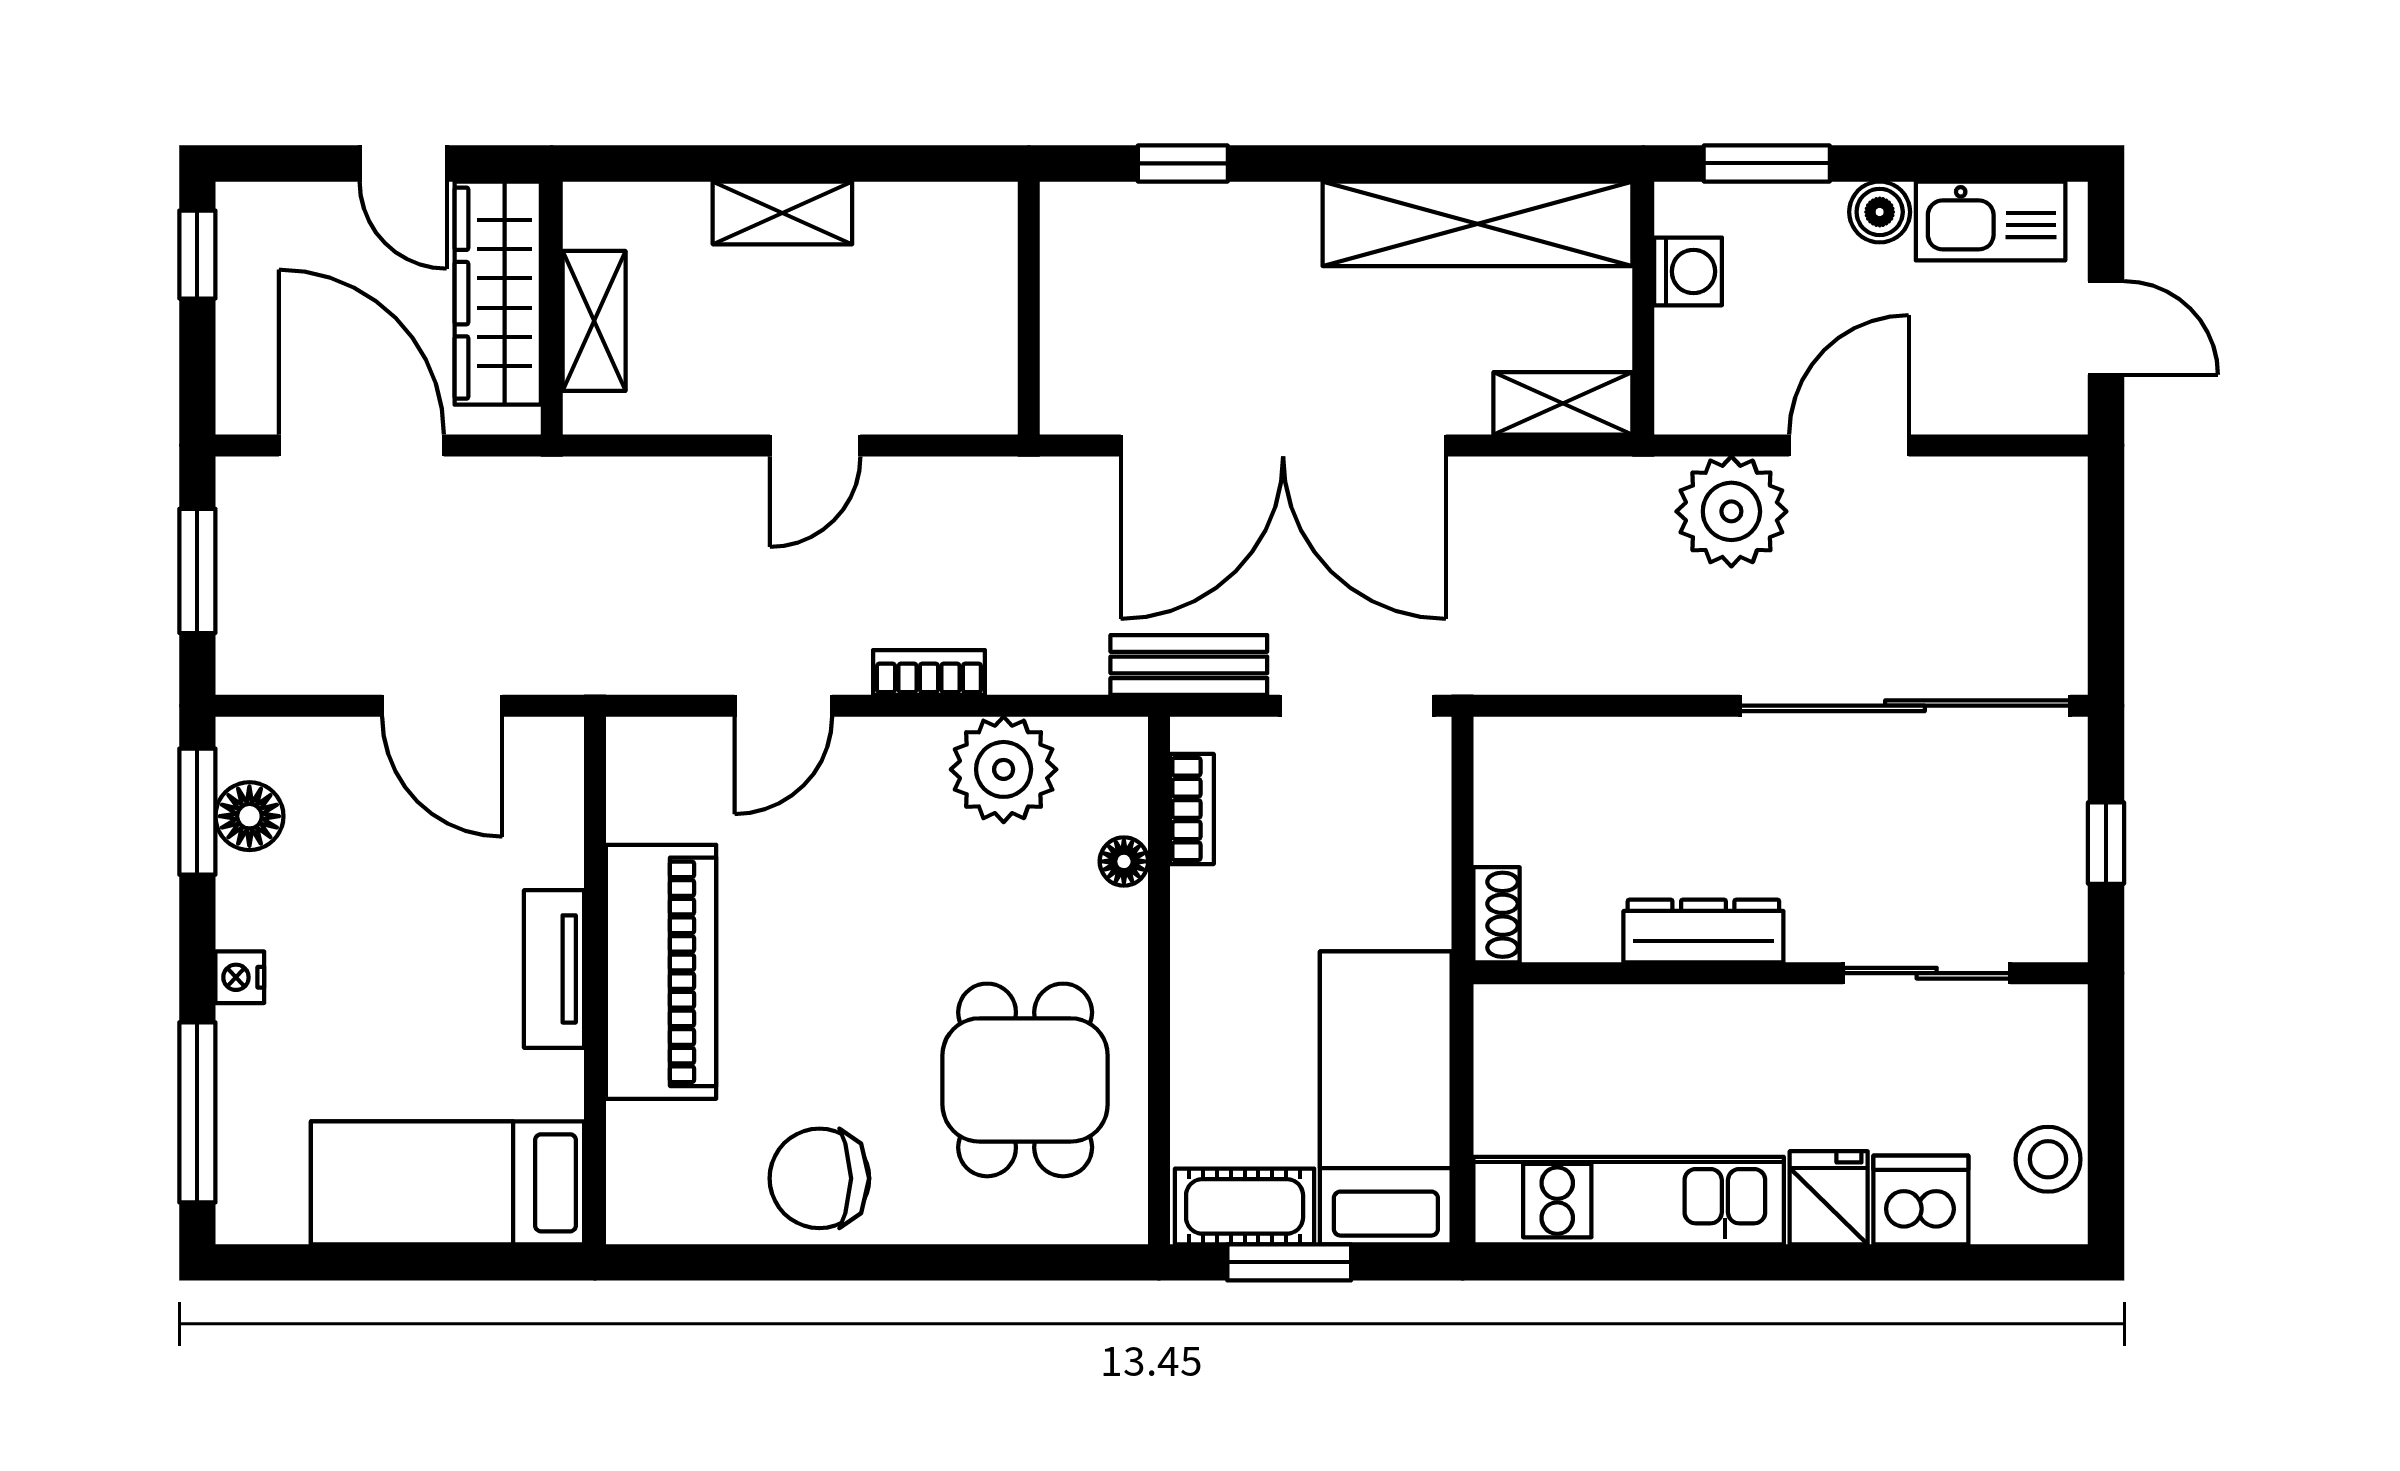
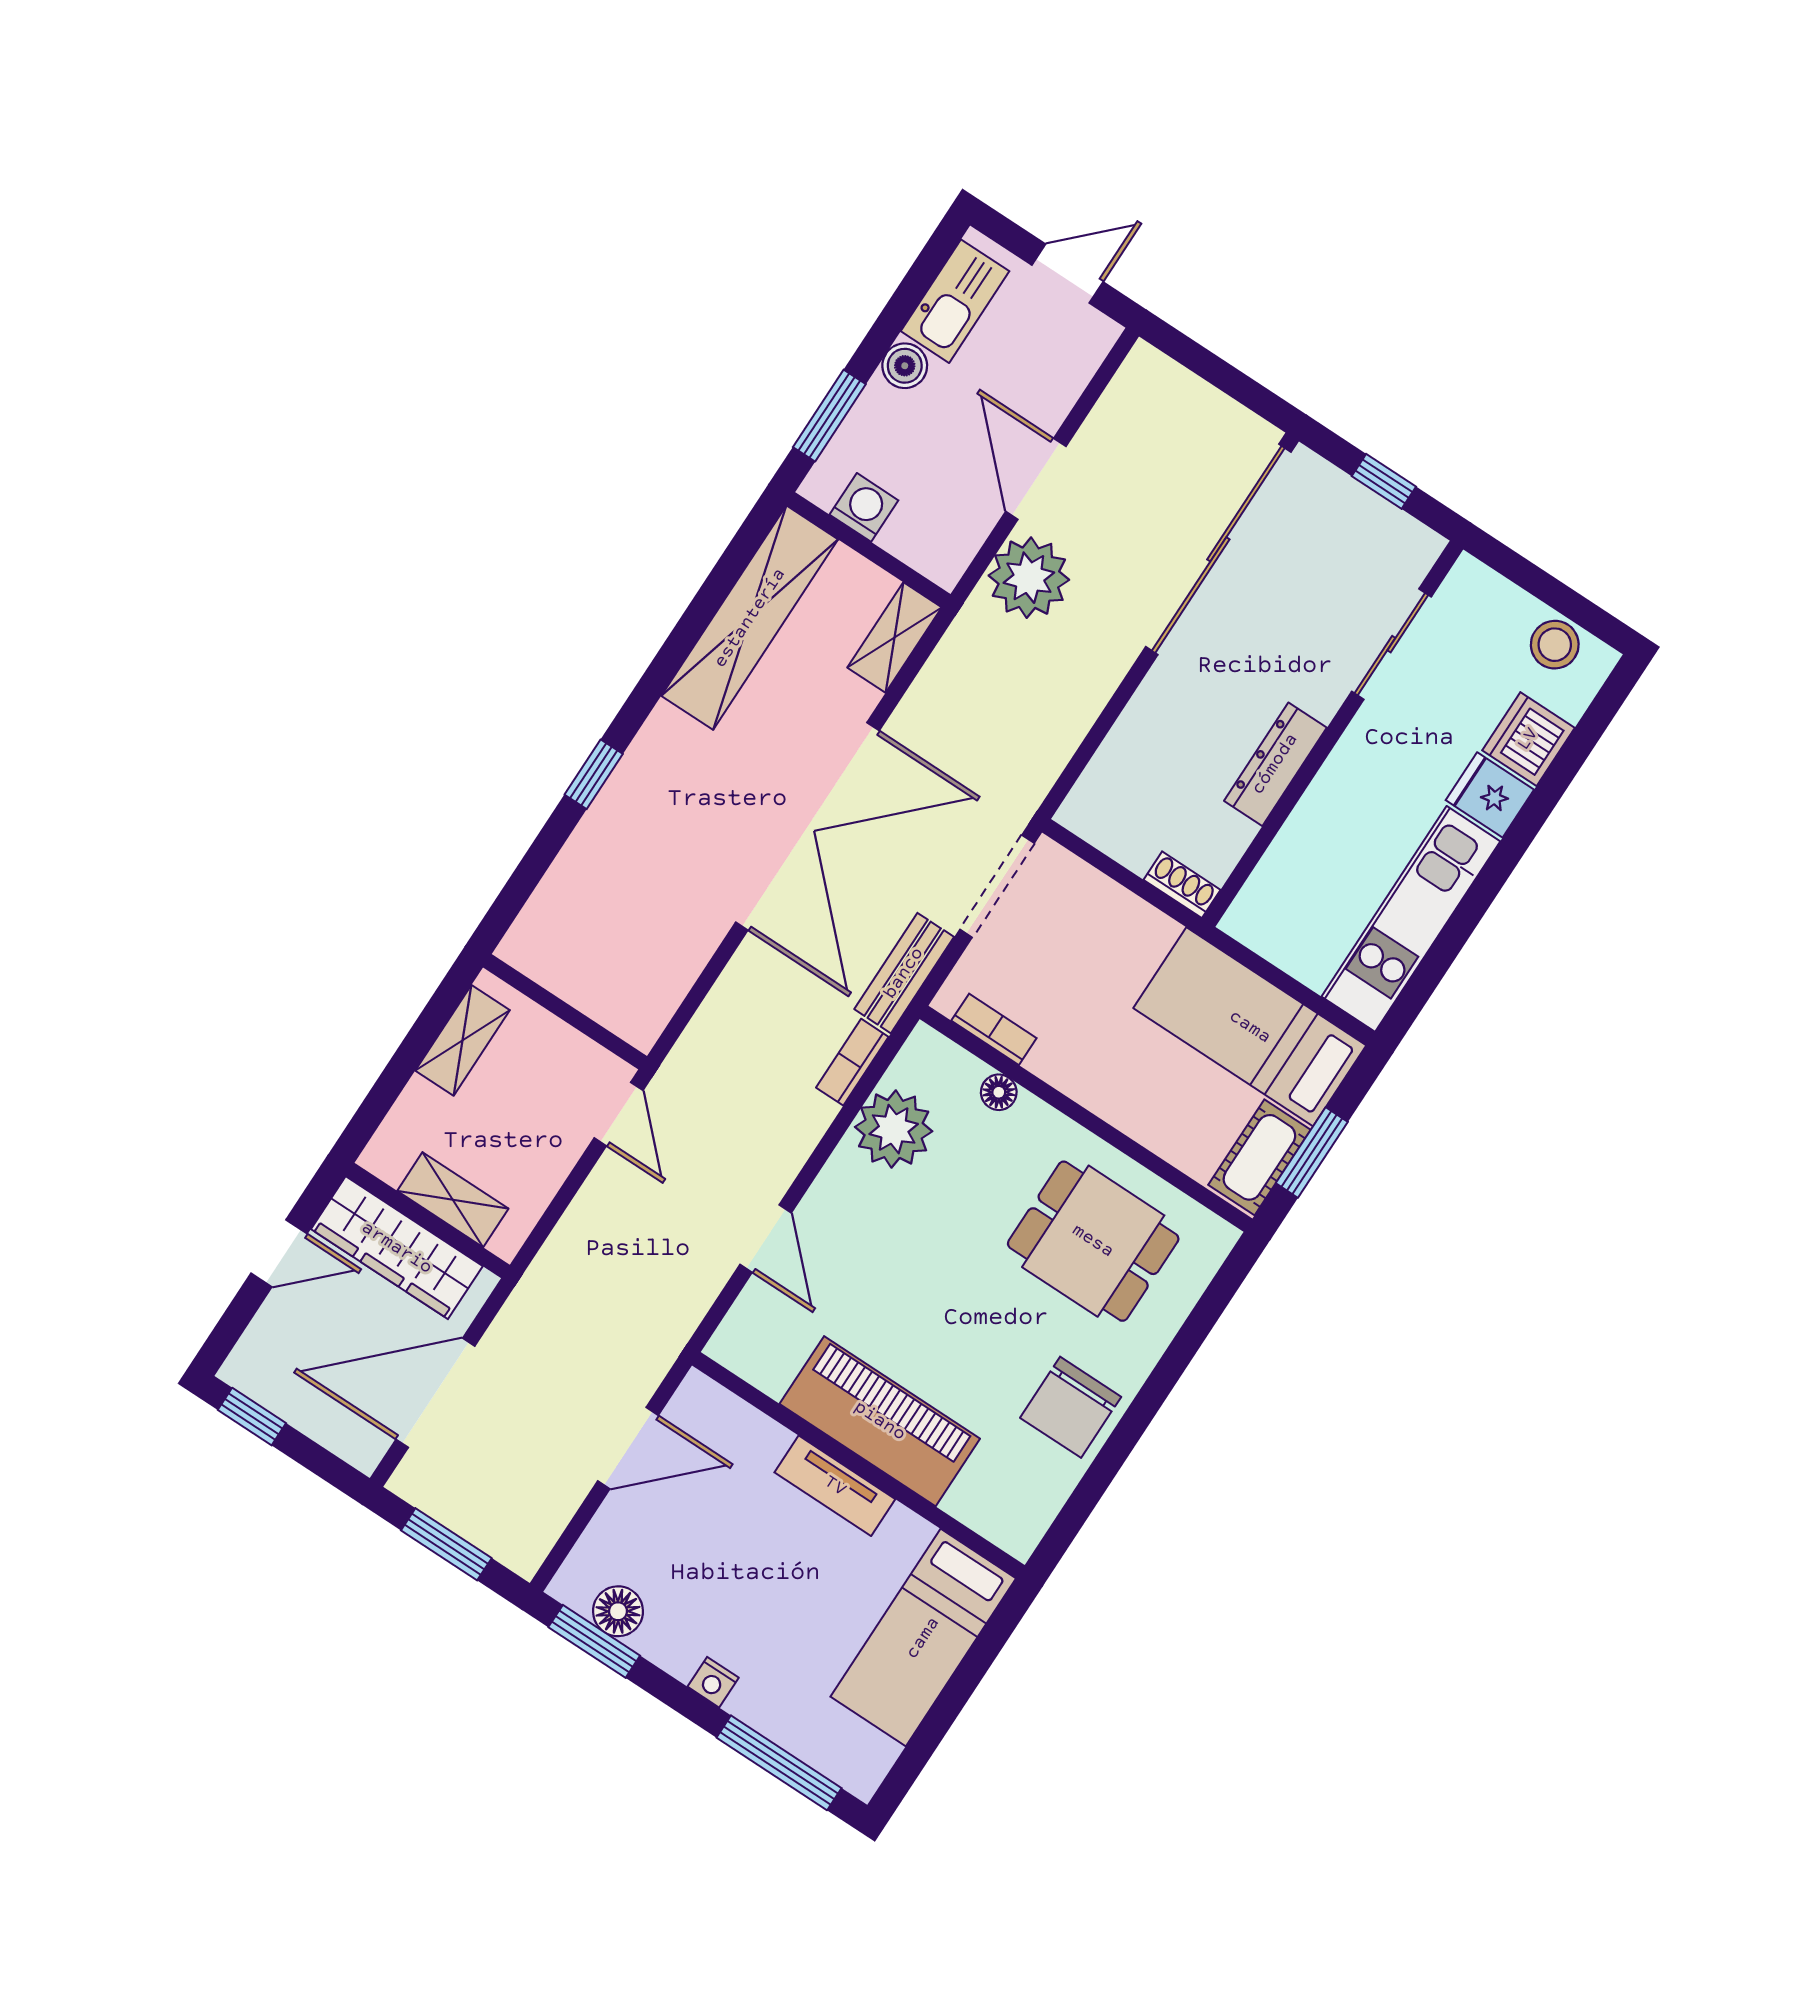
wall: (1029, 308) -> (565, 1012), moved
bookcase: (929, 672) -> (852, 1062), moved

